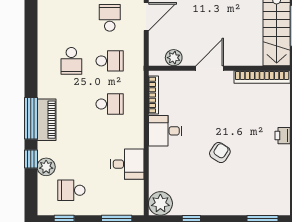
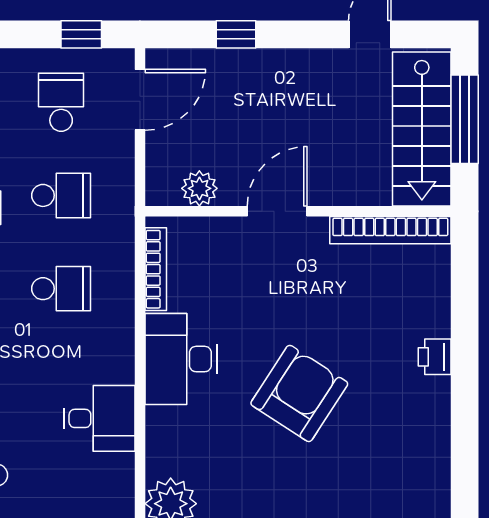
desk: (165, 131) -> (181, 359), width x1.37
armchair: (220, 153) -> (299, 393), width x1.88, depth x1.88

